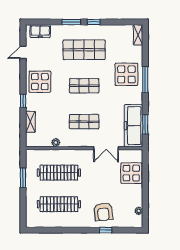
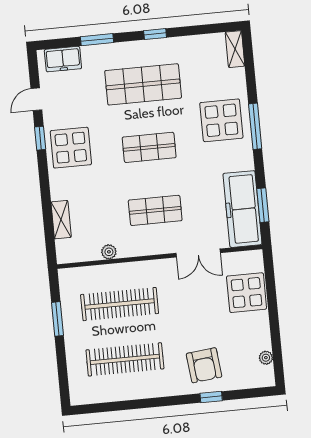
window: (71, 22) -> (97, 40), moved
window: (23, 101) -> (40, 138), moved

